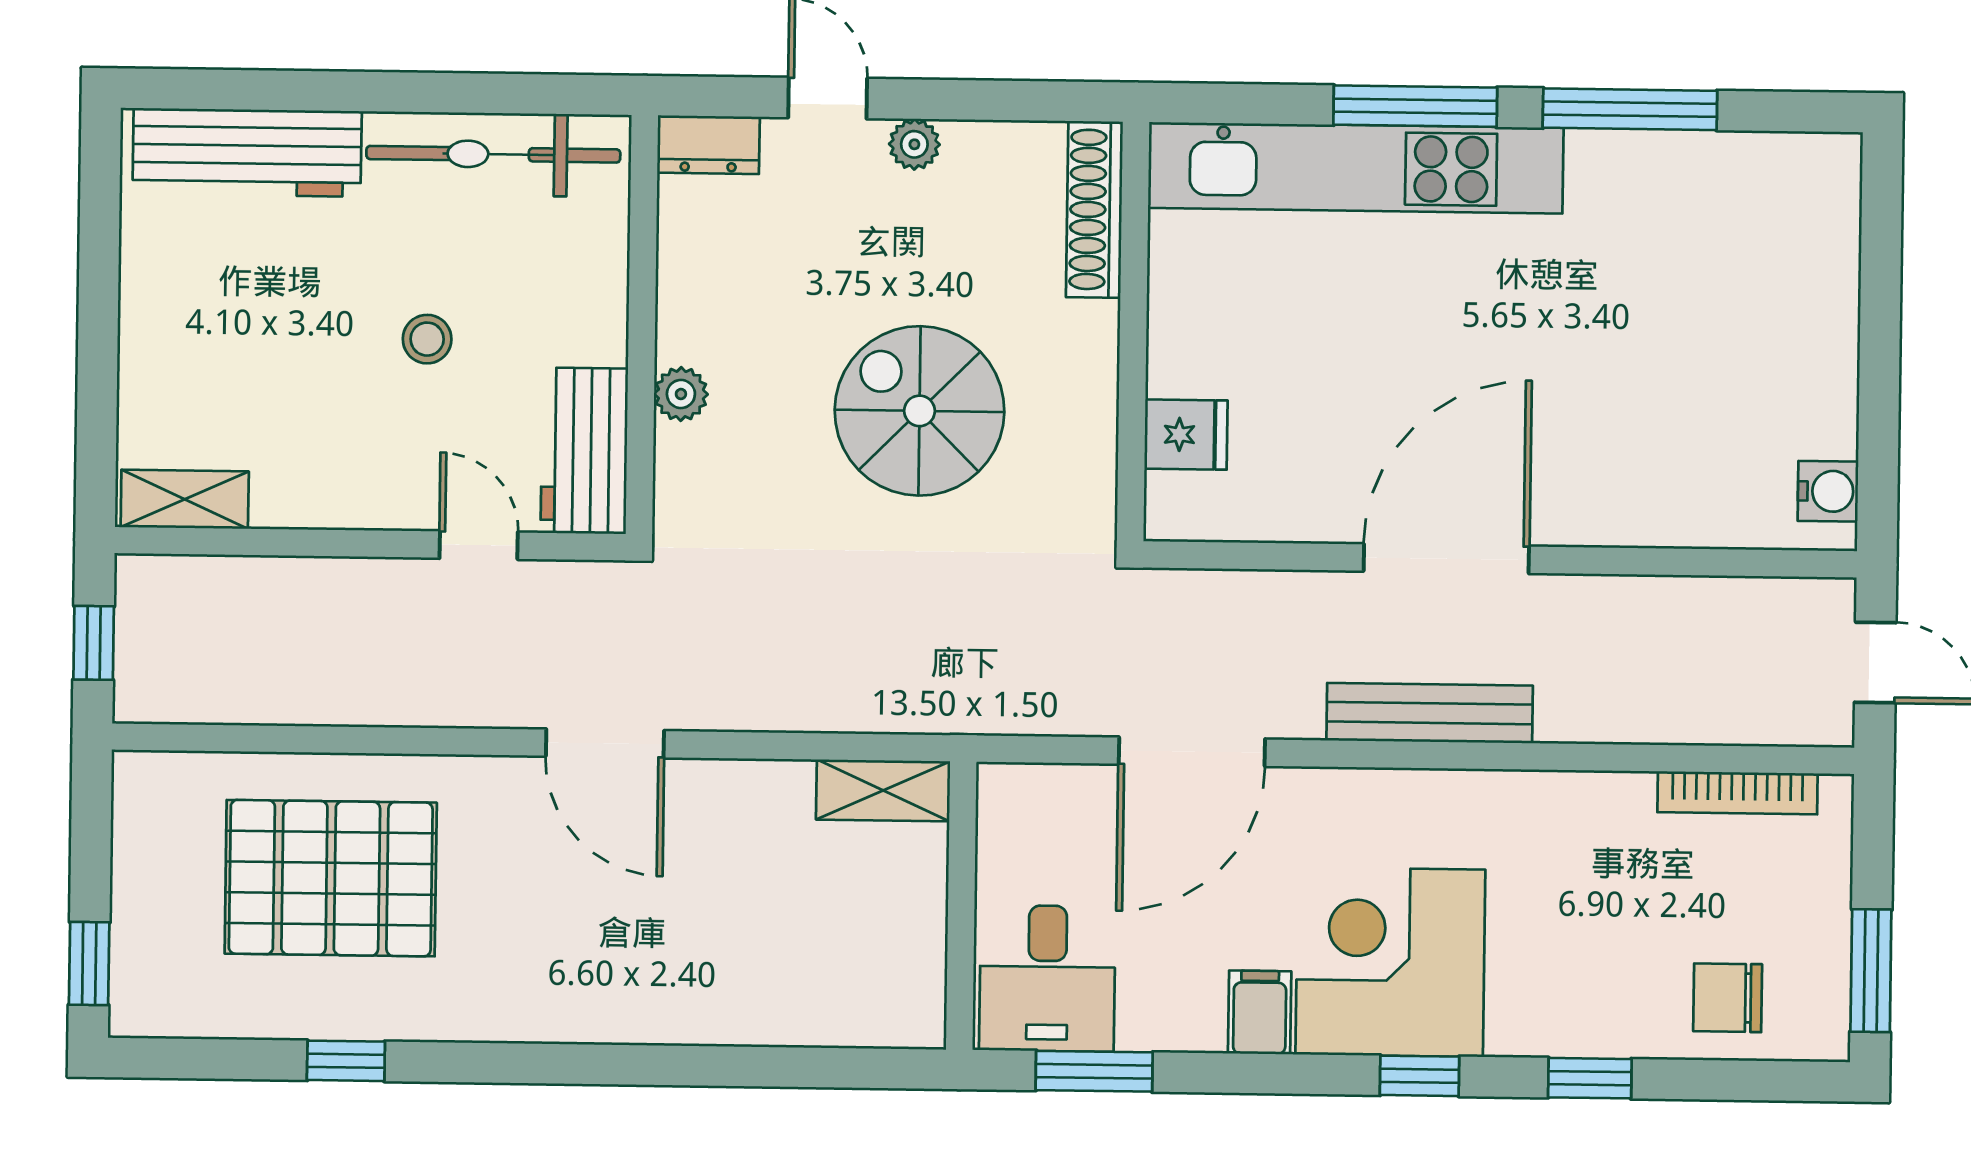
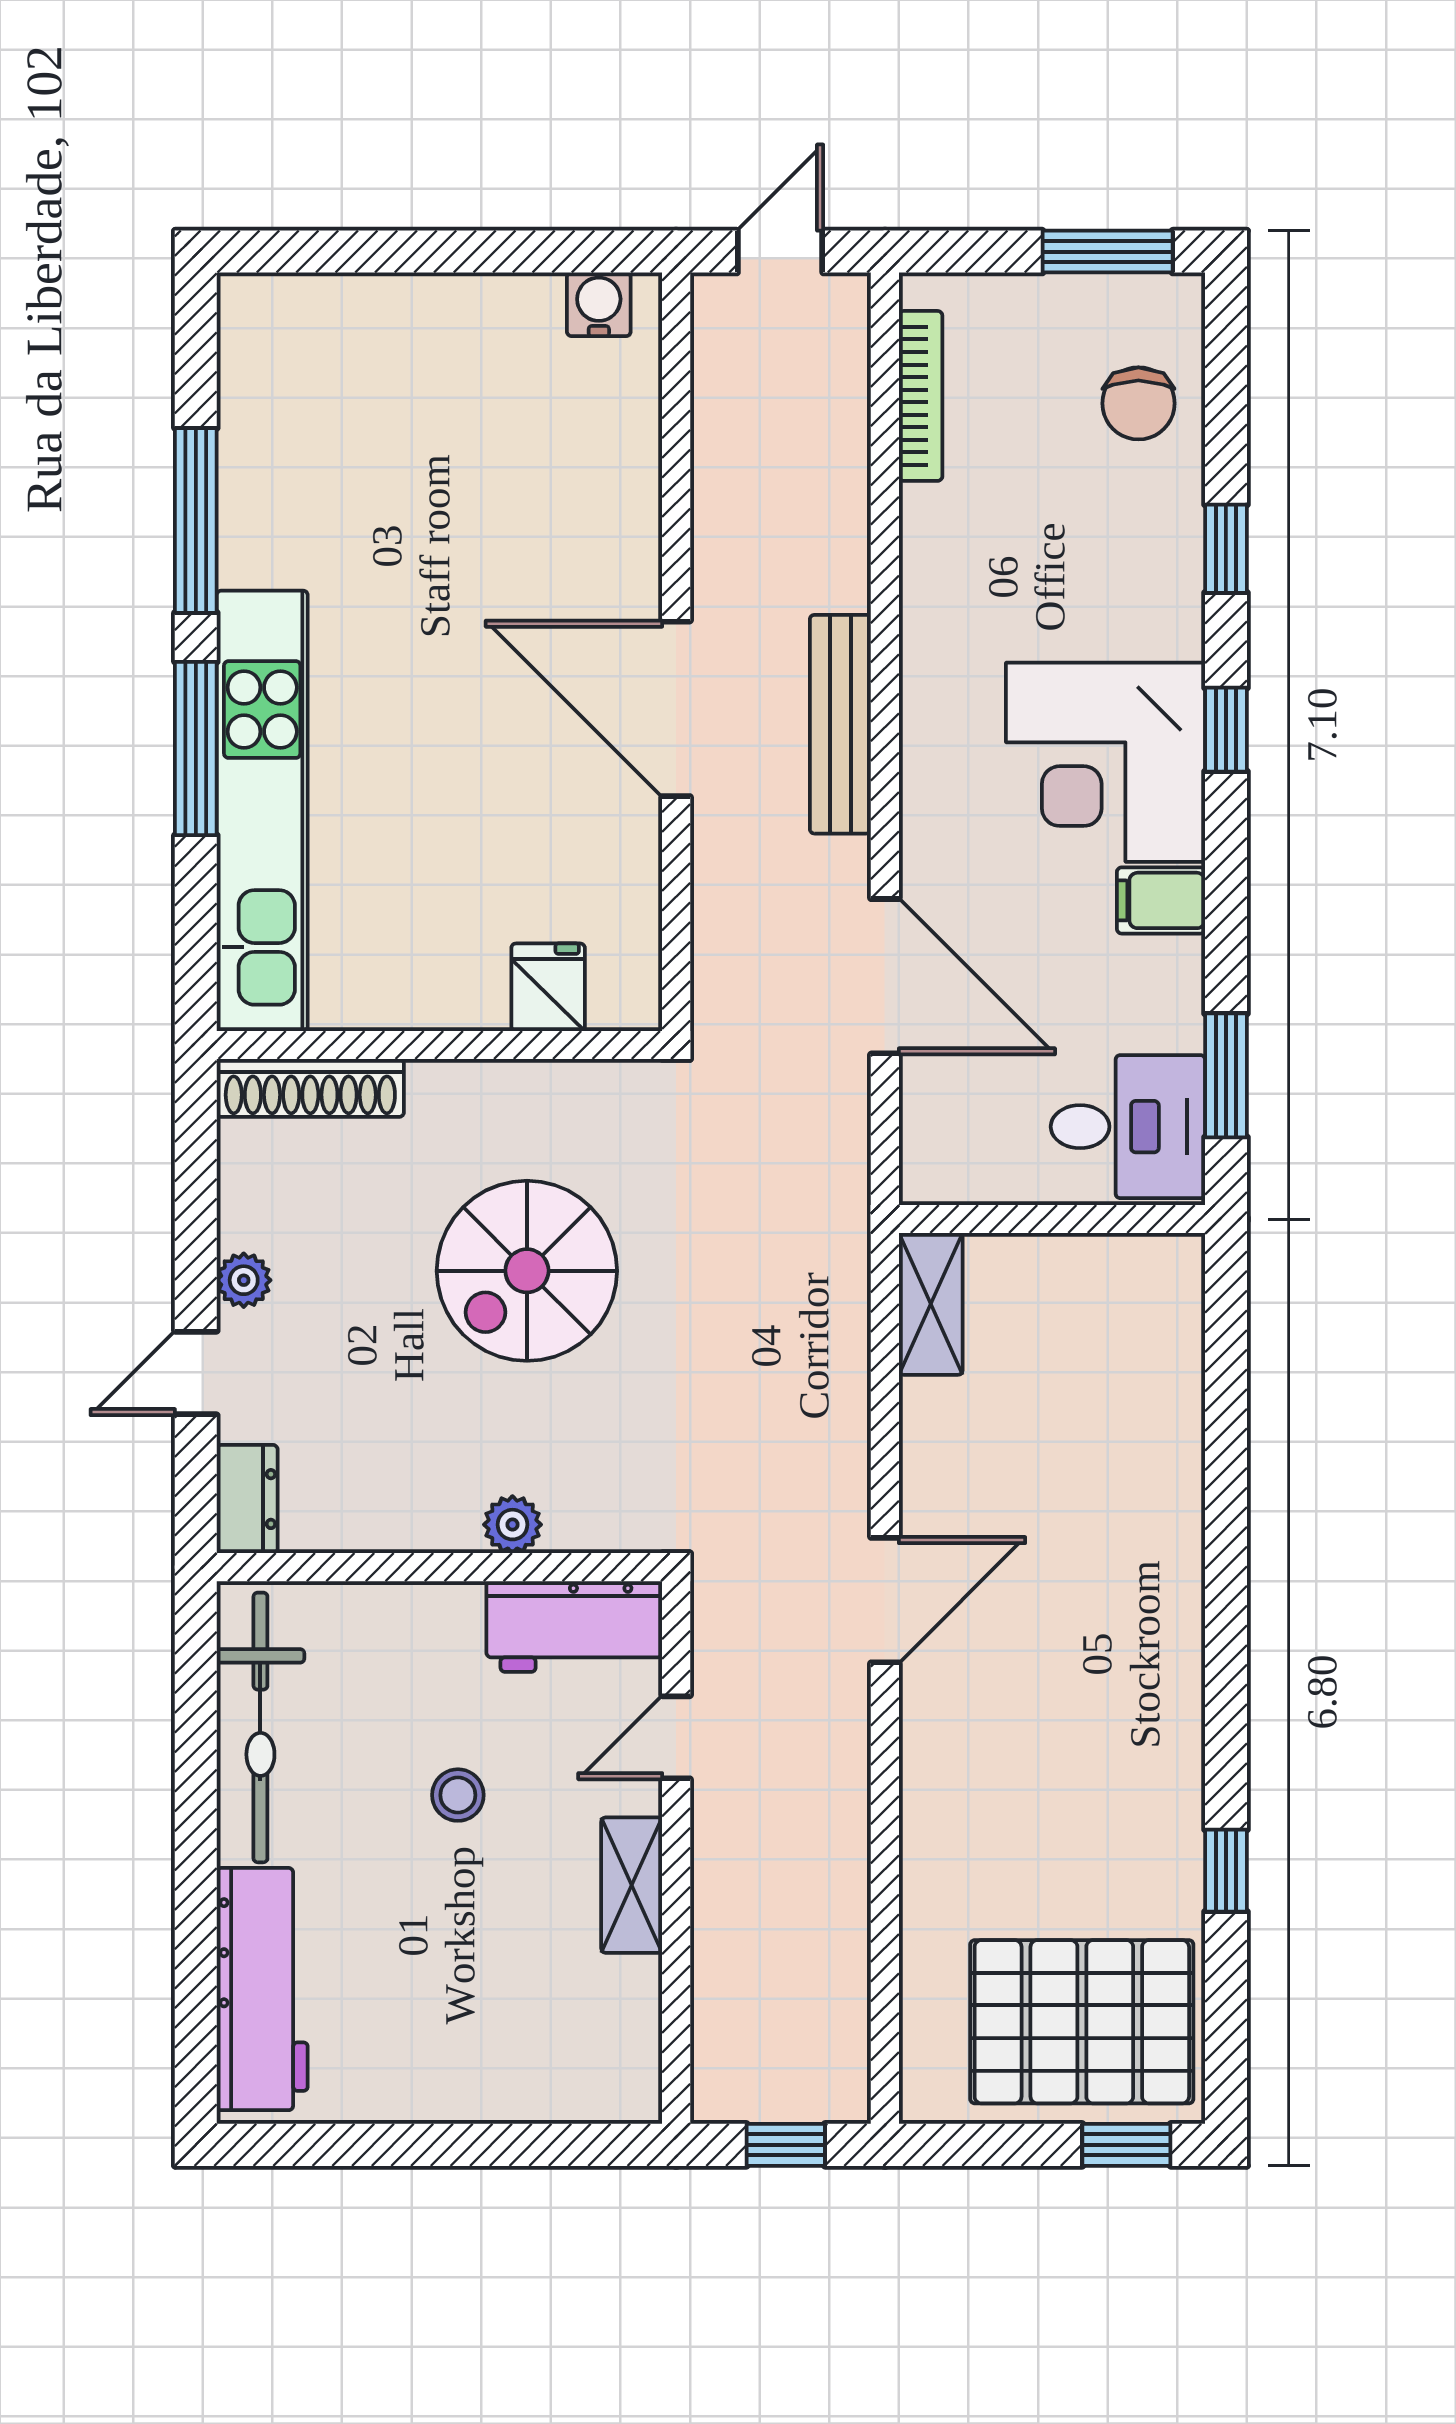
shelving: (185, 499) -> (632, 1885), moved
pallet: (331, 878) -> (1082, 2022), moved, turned 90

